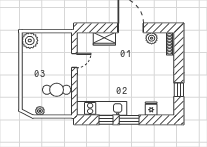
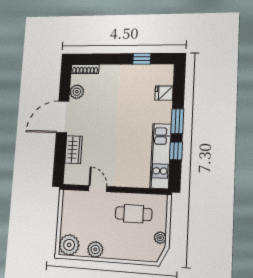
plant: (28, 62) -> (95, 249), added
cafe table: (57, 90) -> (134, 214), turned 90

